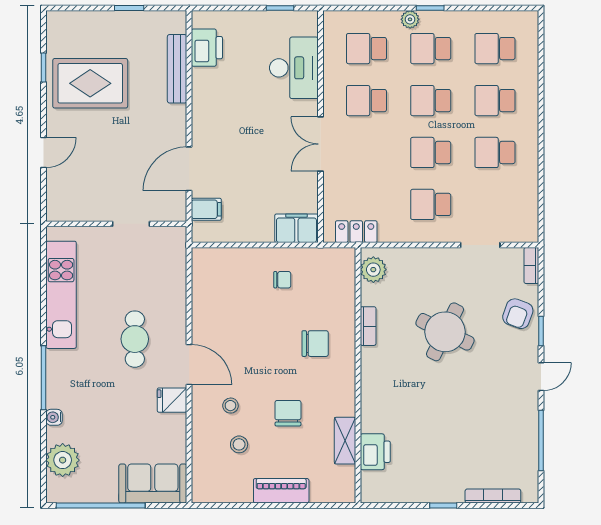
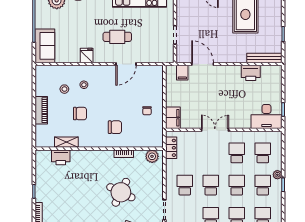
printer: (207, 48) -> (251, 73), moved
desk: (294, 68) -> (266, 116), moved
bench: (177, 69) -> (264, 58), moved
chair: (315, 344) -> (115, 127), turned -90
door: (189, 365) -> (126, 64), moved

